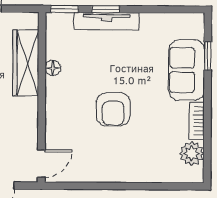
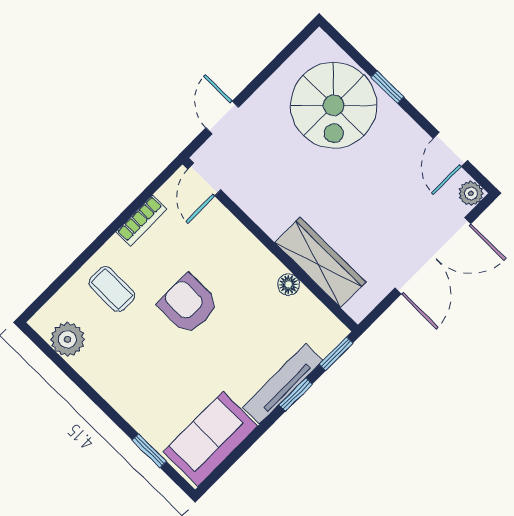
sofa: (187, 70) -> (211, 439), moved, turned -90
bookcase: (197, 121) -> (141, 221), moved, turned 90
coffee table: (144, 156) -> (112, 289), added

